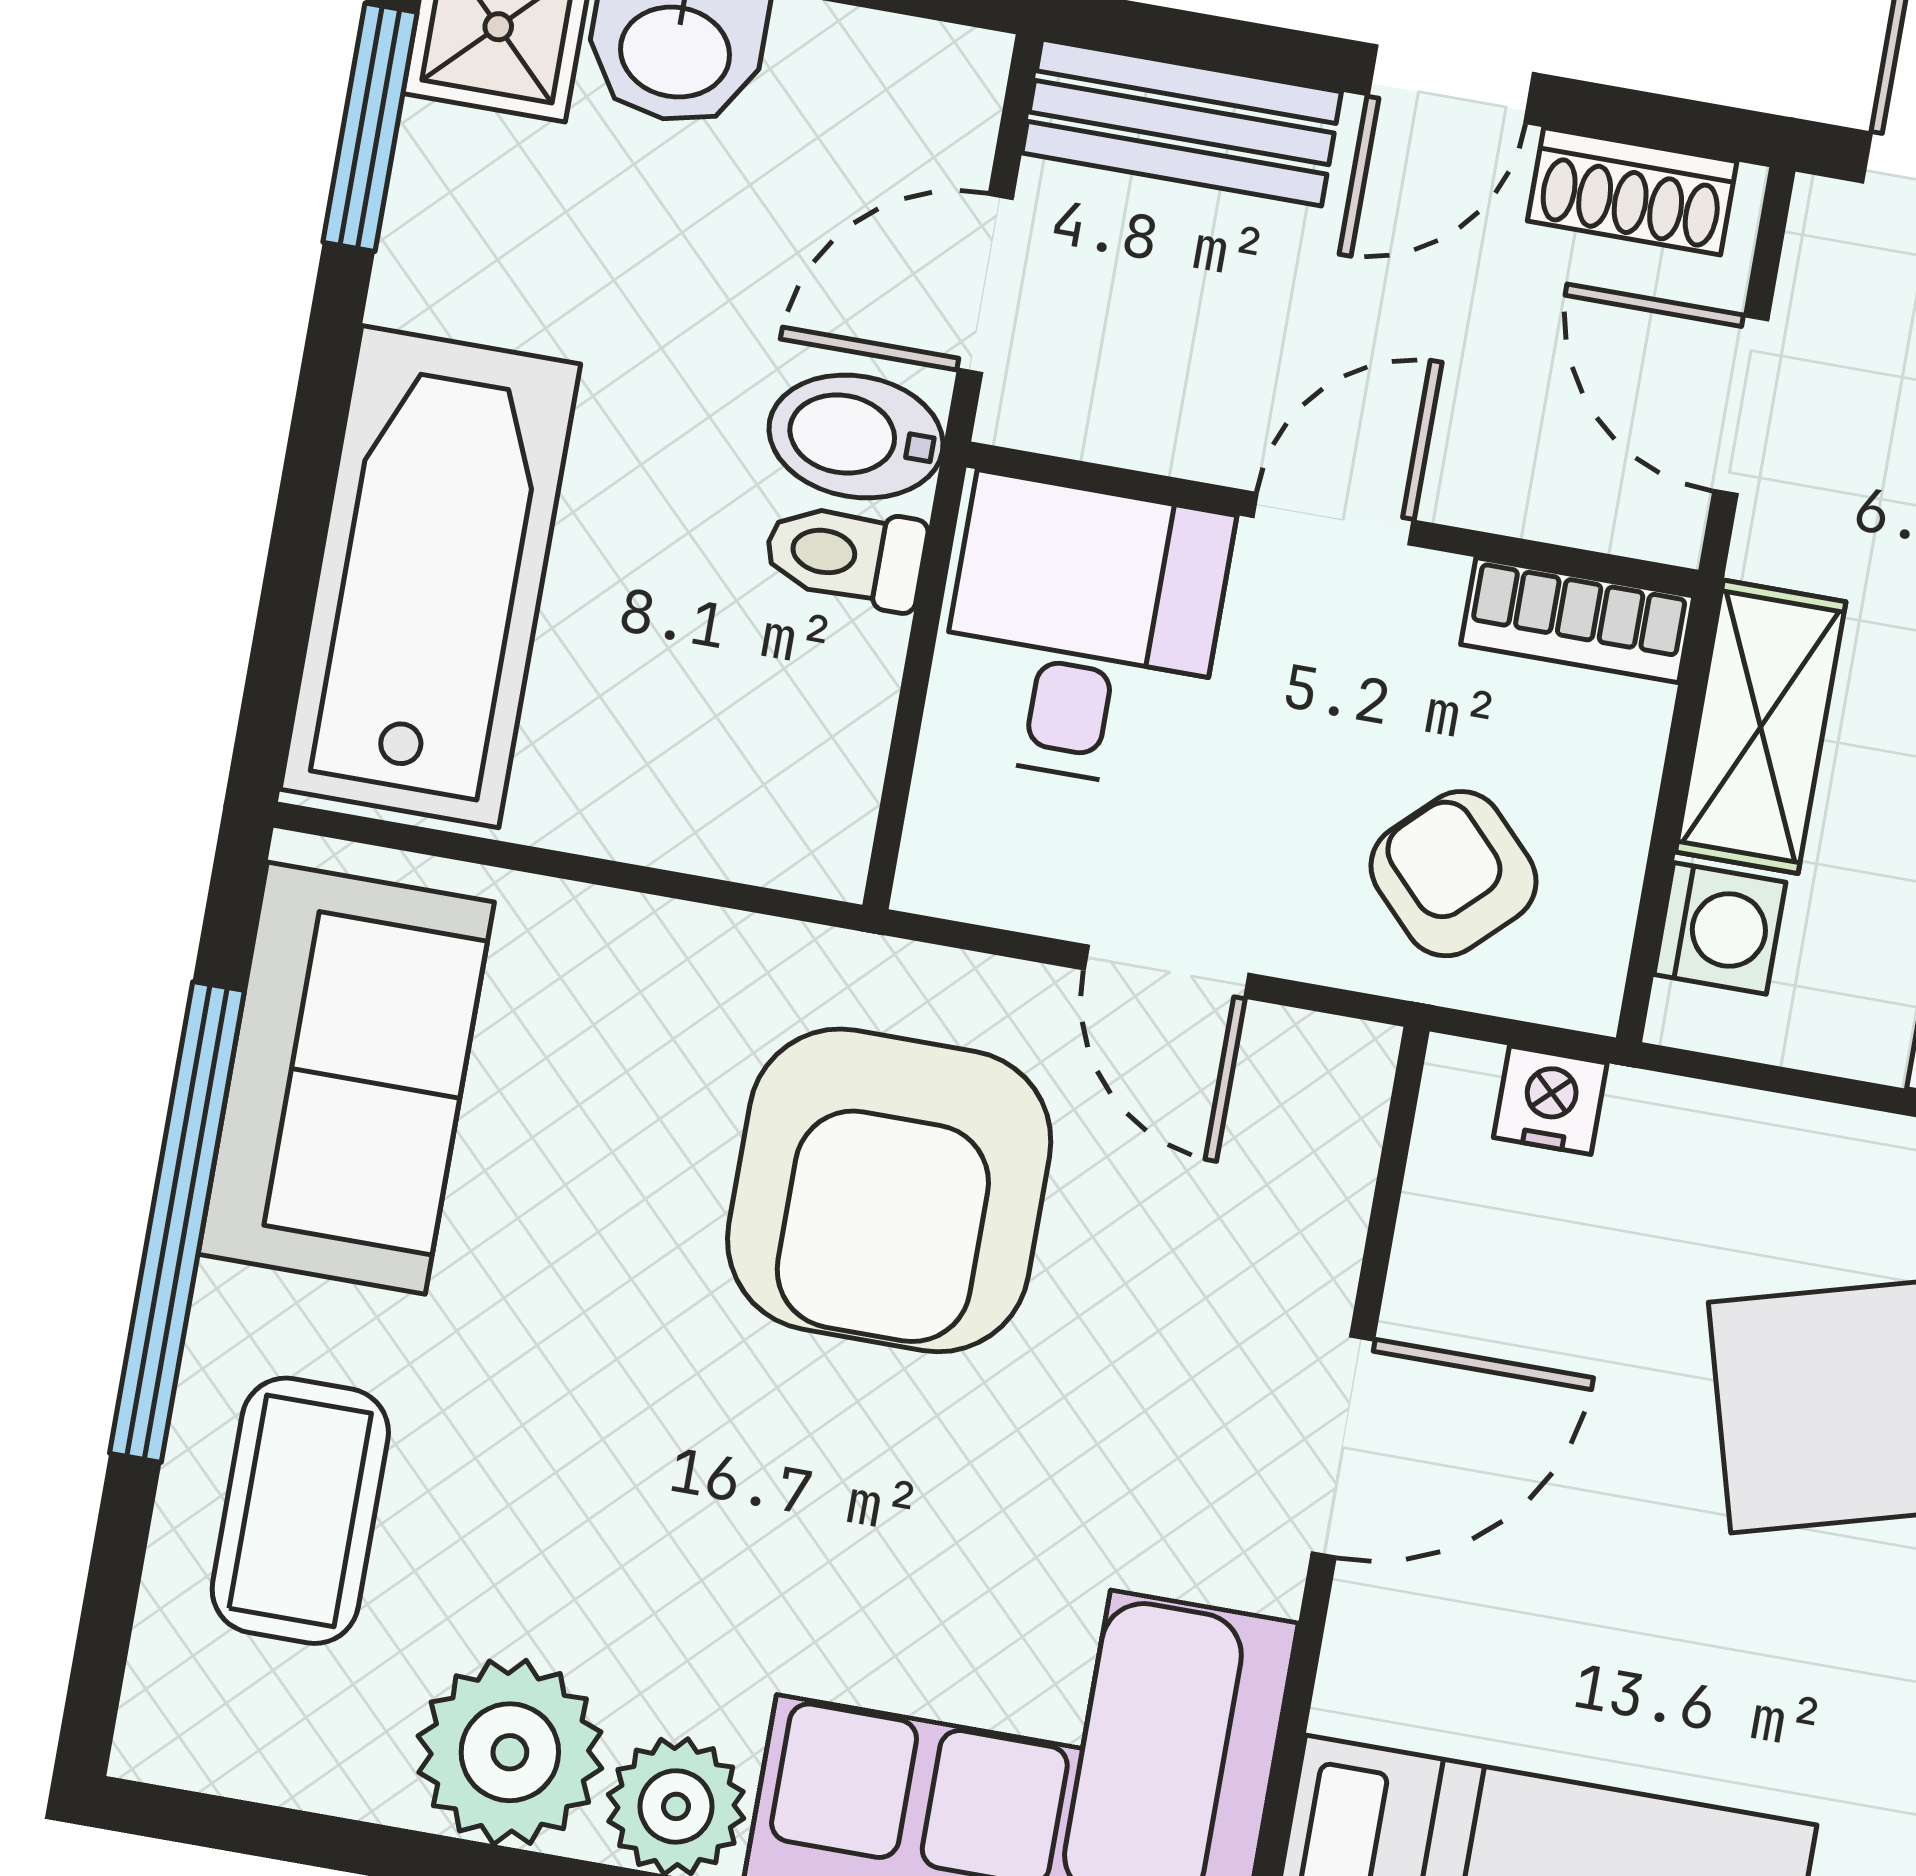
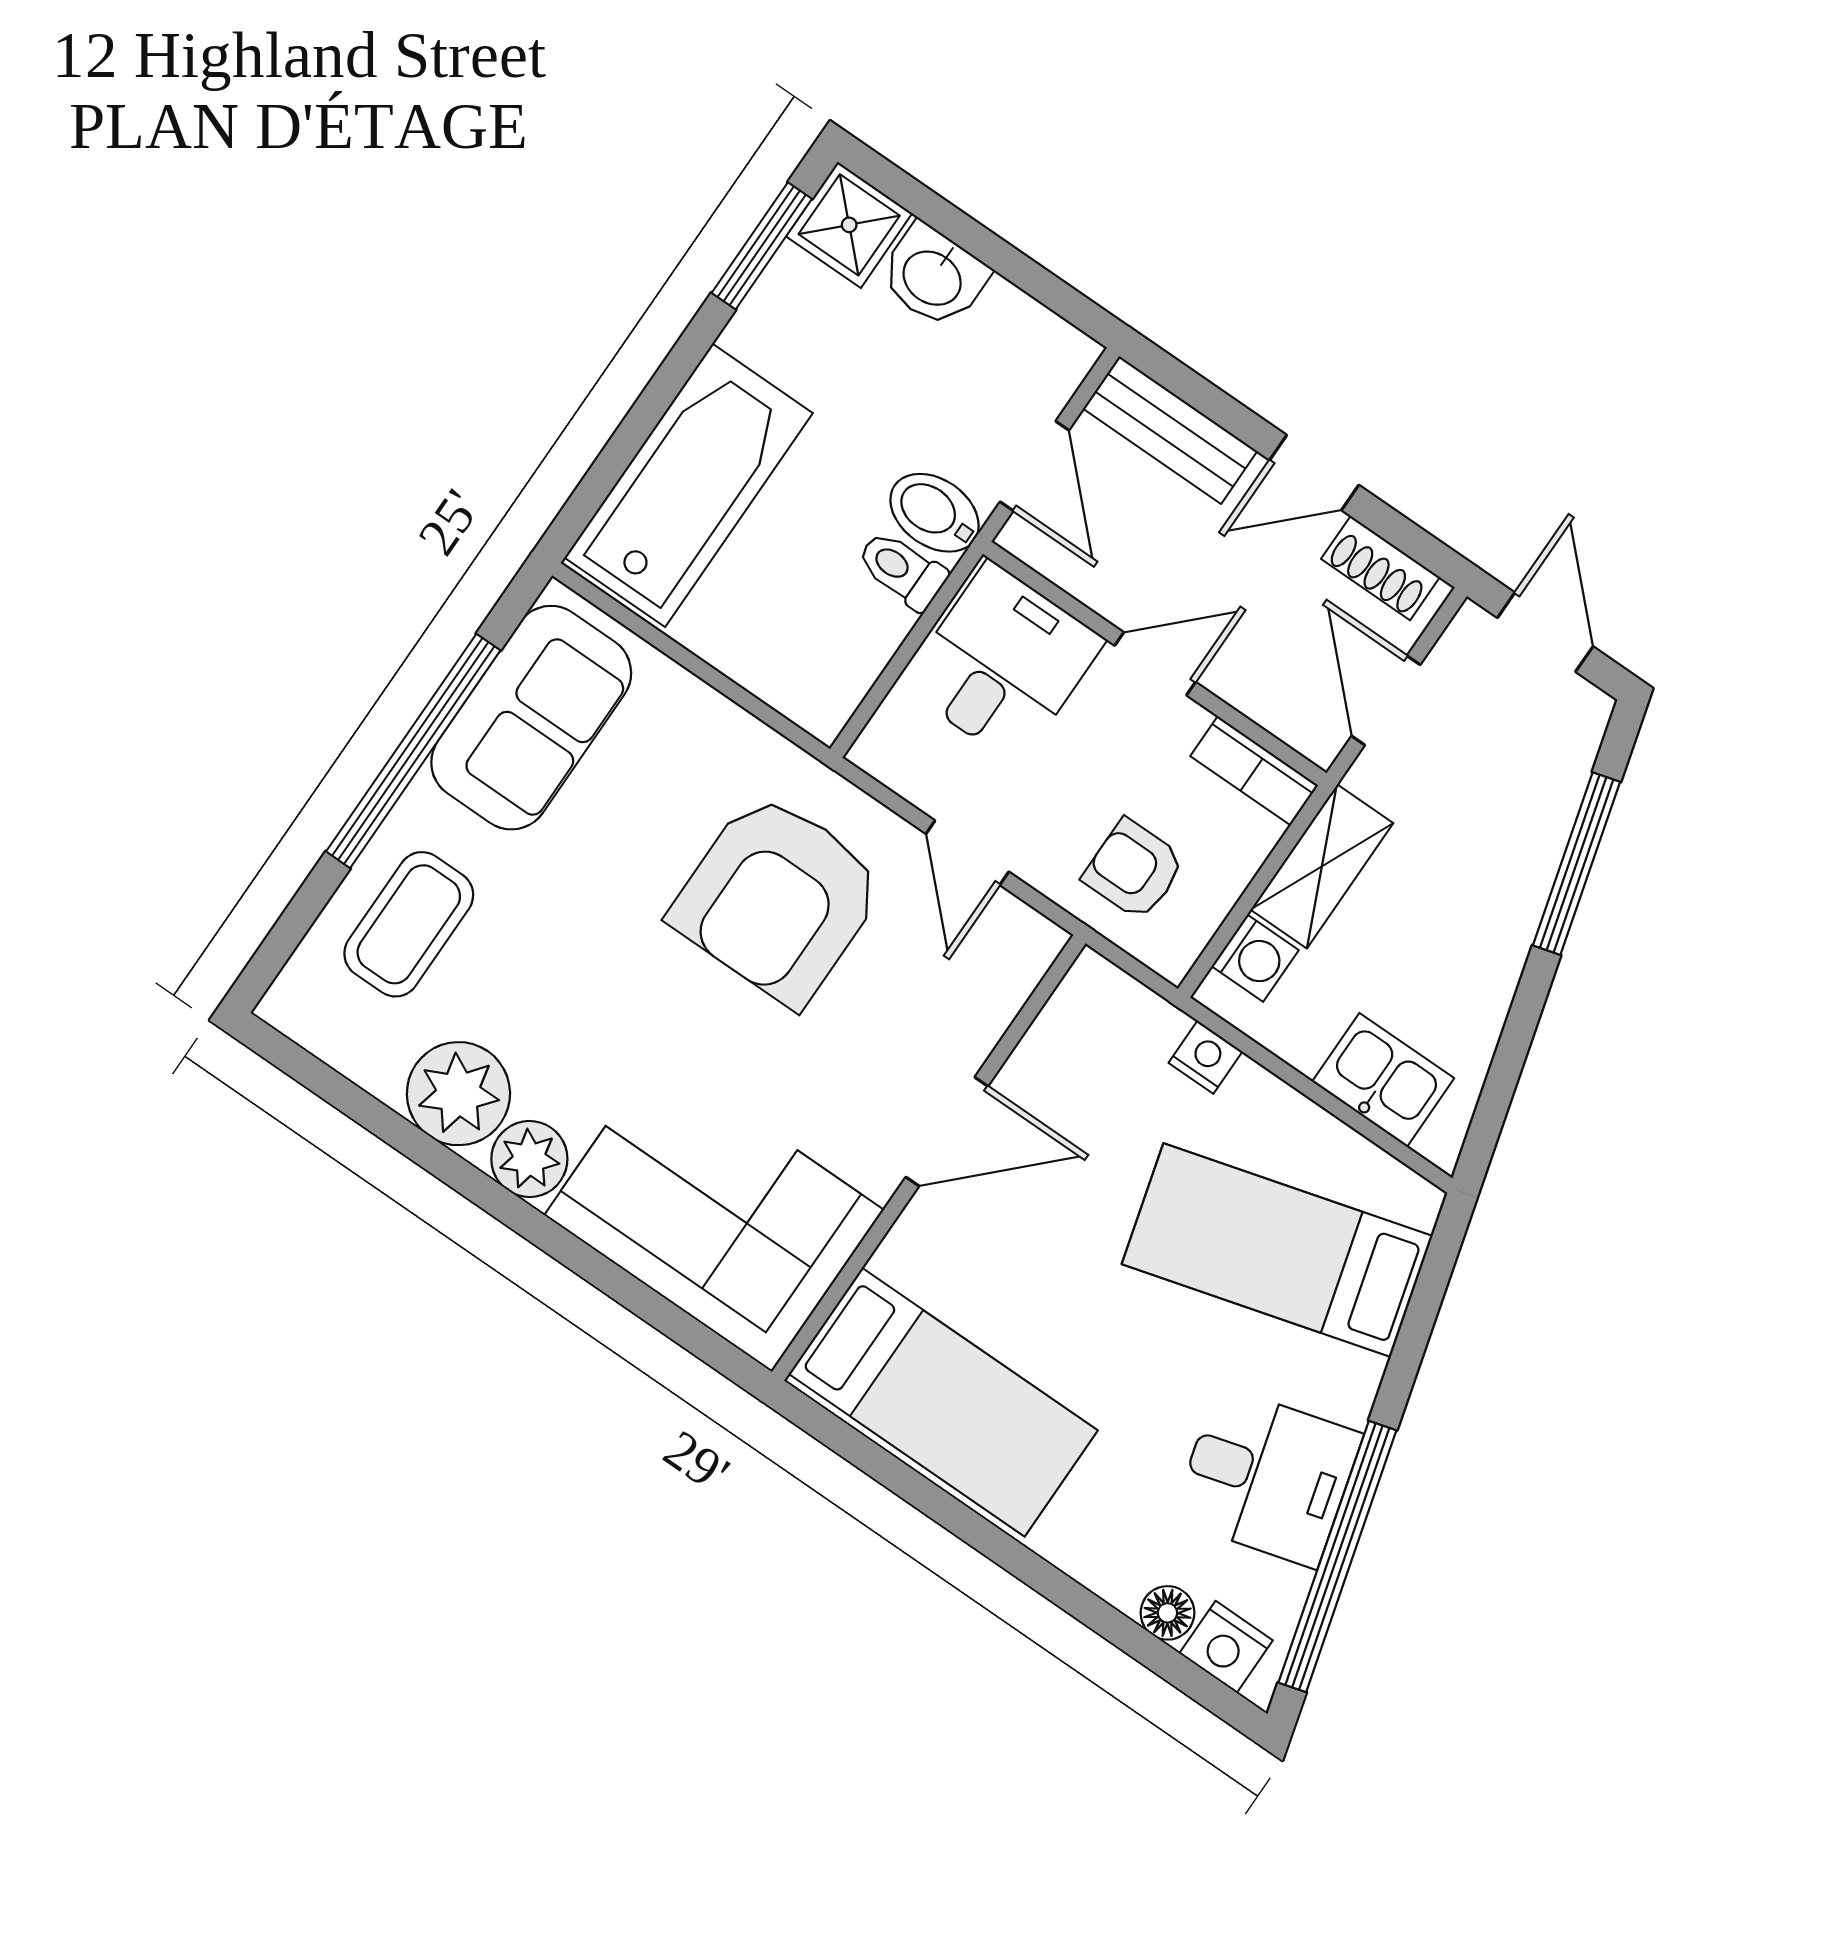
door: (985, 284) -> (1034, 466), swing flipped
armchair: (1453, 874) -> (1134, 869), turned -46
nightstand: (1550, 1100) -> (1206, 1057), moved

